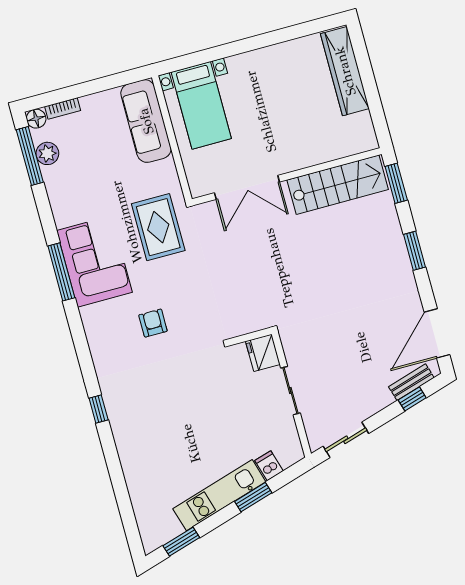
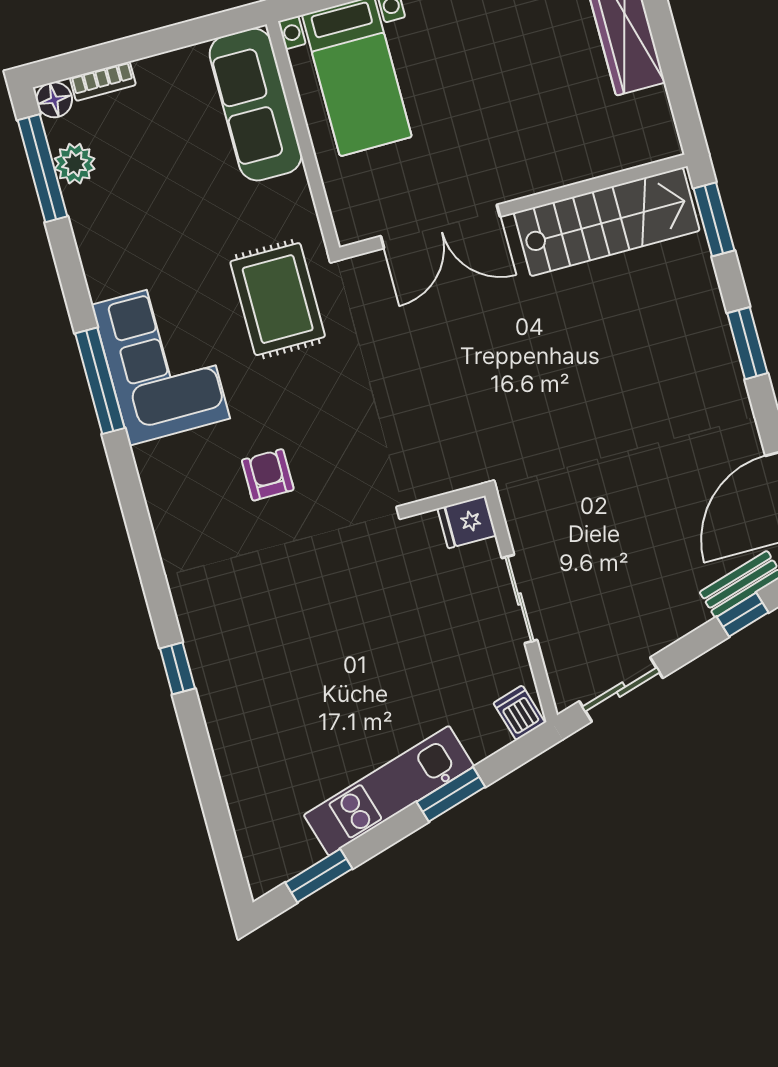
fridge: (263, 353) -> (467, 522), width x0.72
window: (99, 409) -> (177, 668), moved
dishwasher: (269, 466) -> (519, 713), moved

